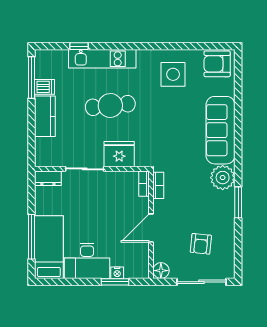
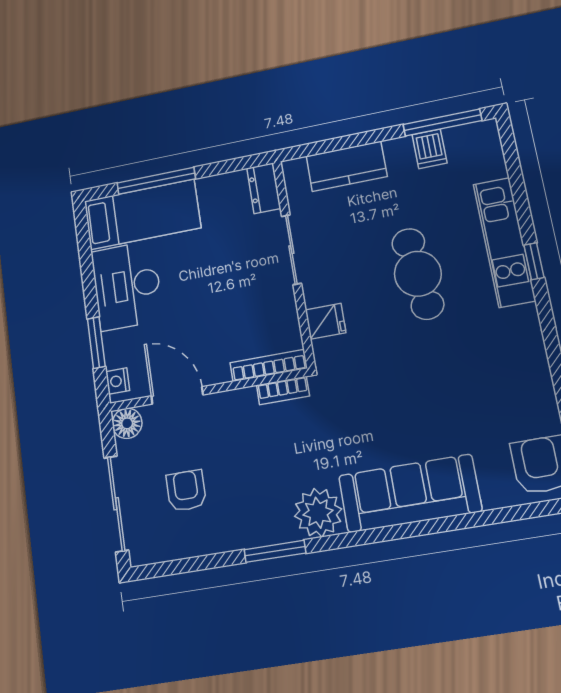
window: (79, 46) -> (534, 261), moved
side table: (173, 74) -> (502, 381), removed
kitchen counter: (45, 116) -> (347, 166), moved
fridge: (119, 154) -> (325, 321), width x0.53, depth x0.75
bookcase: (144, 184) -> (269, 365), width x1.56
door: (151, 228) -> (177, 395), moved
armchair: (201, 244) -> (186, 491), turned 84
nightstand: (117, 273) -> (118, 381), moved

